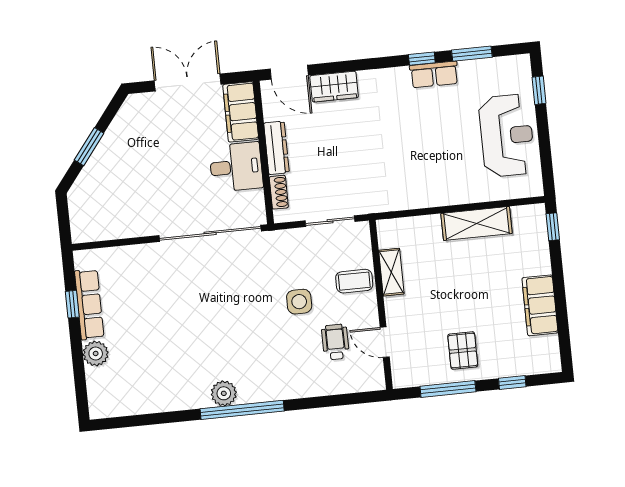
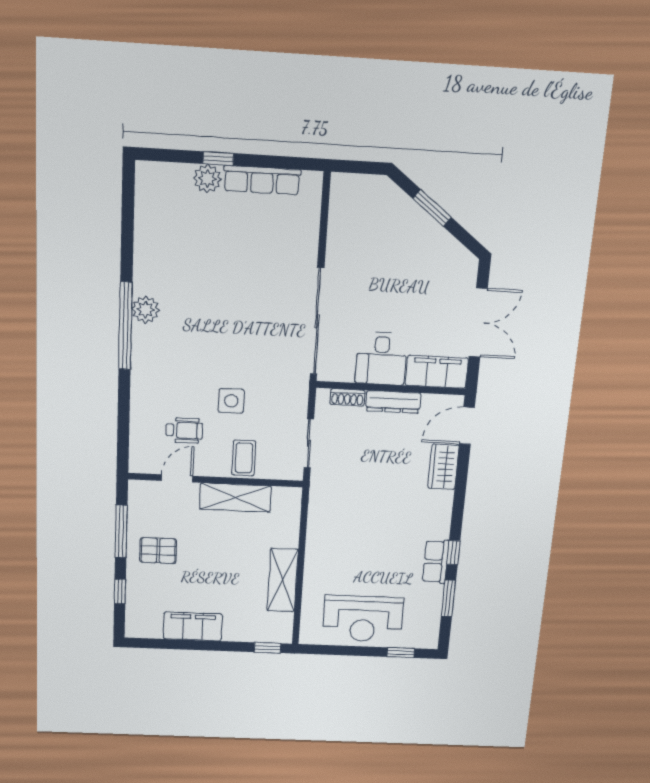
shelving: (391, 272) -> (235, 498), width x1.50, depth x1.33
window: (72, 304) -> (218, 159), moved

